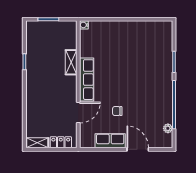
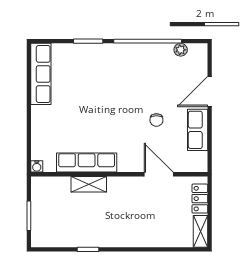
row of seats: (150, 28) -> (41, 74), added
row of seats: (87, 80) -> (87, 163), moved

